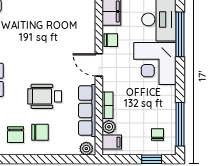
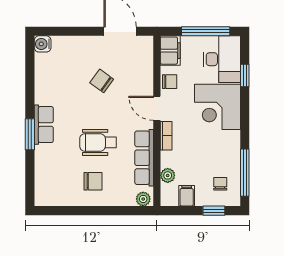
window: (180, 34) -> (245, 75), width x0.46
bookcase: (107, 105) -> (166, 136), moved
chair: (15, 135) -> (102, 81), moved, turned 126
filing cabinet: (112, 142) -> (187, 196), moved, turned -90

